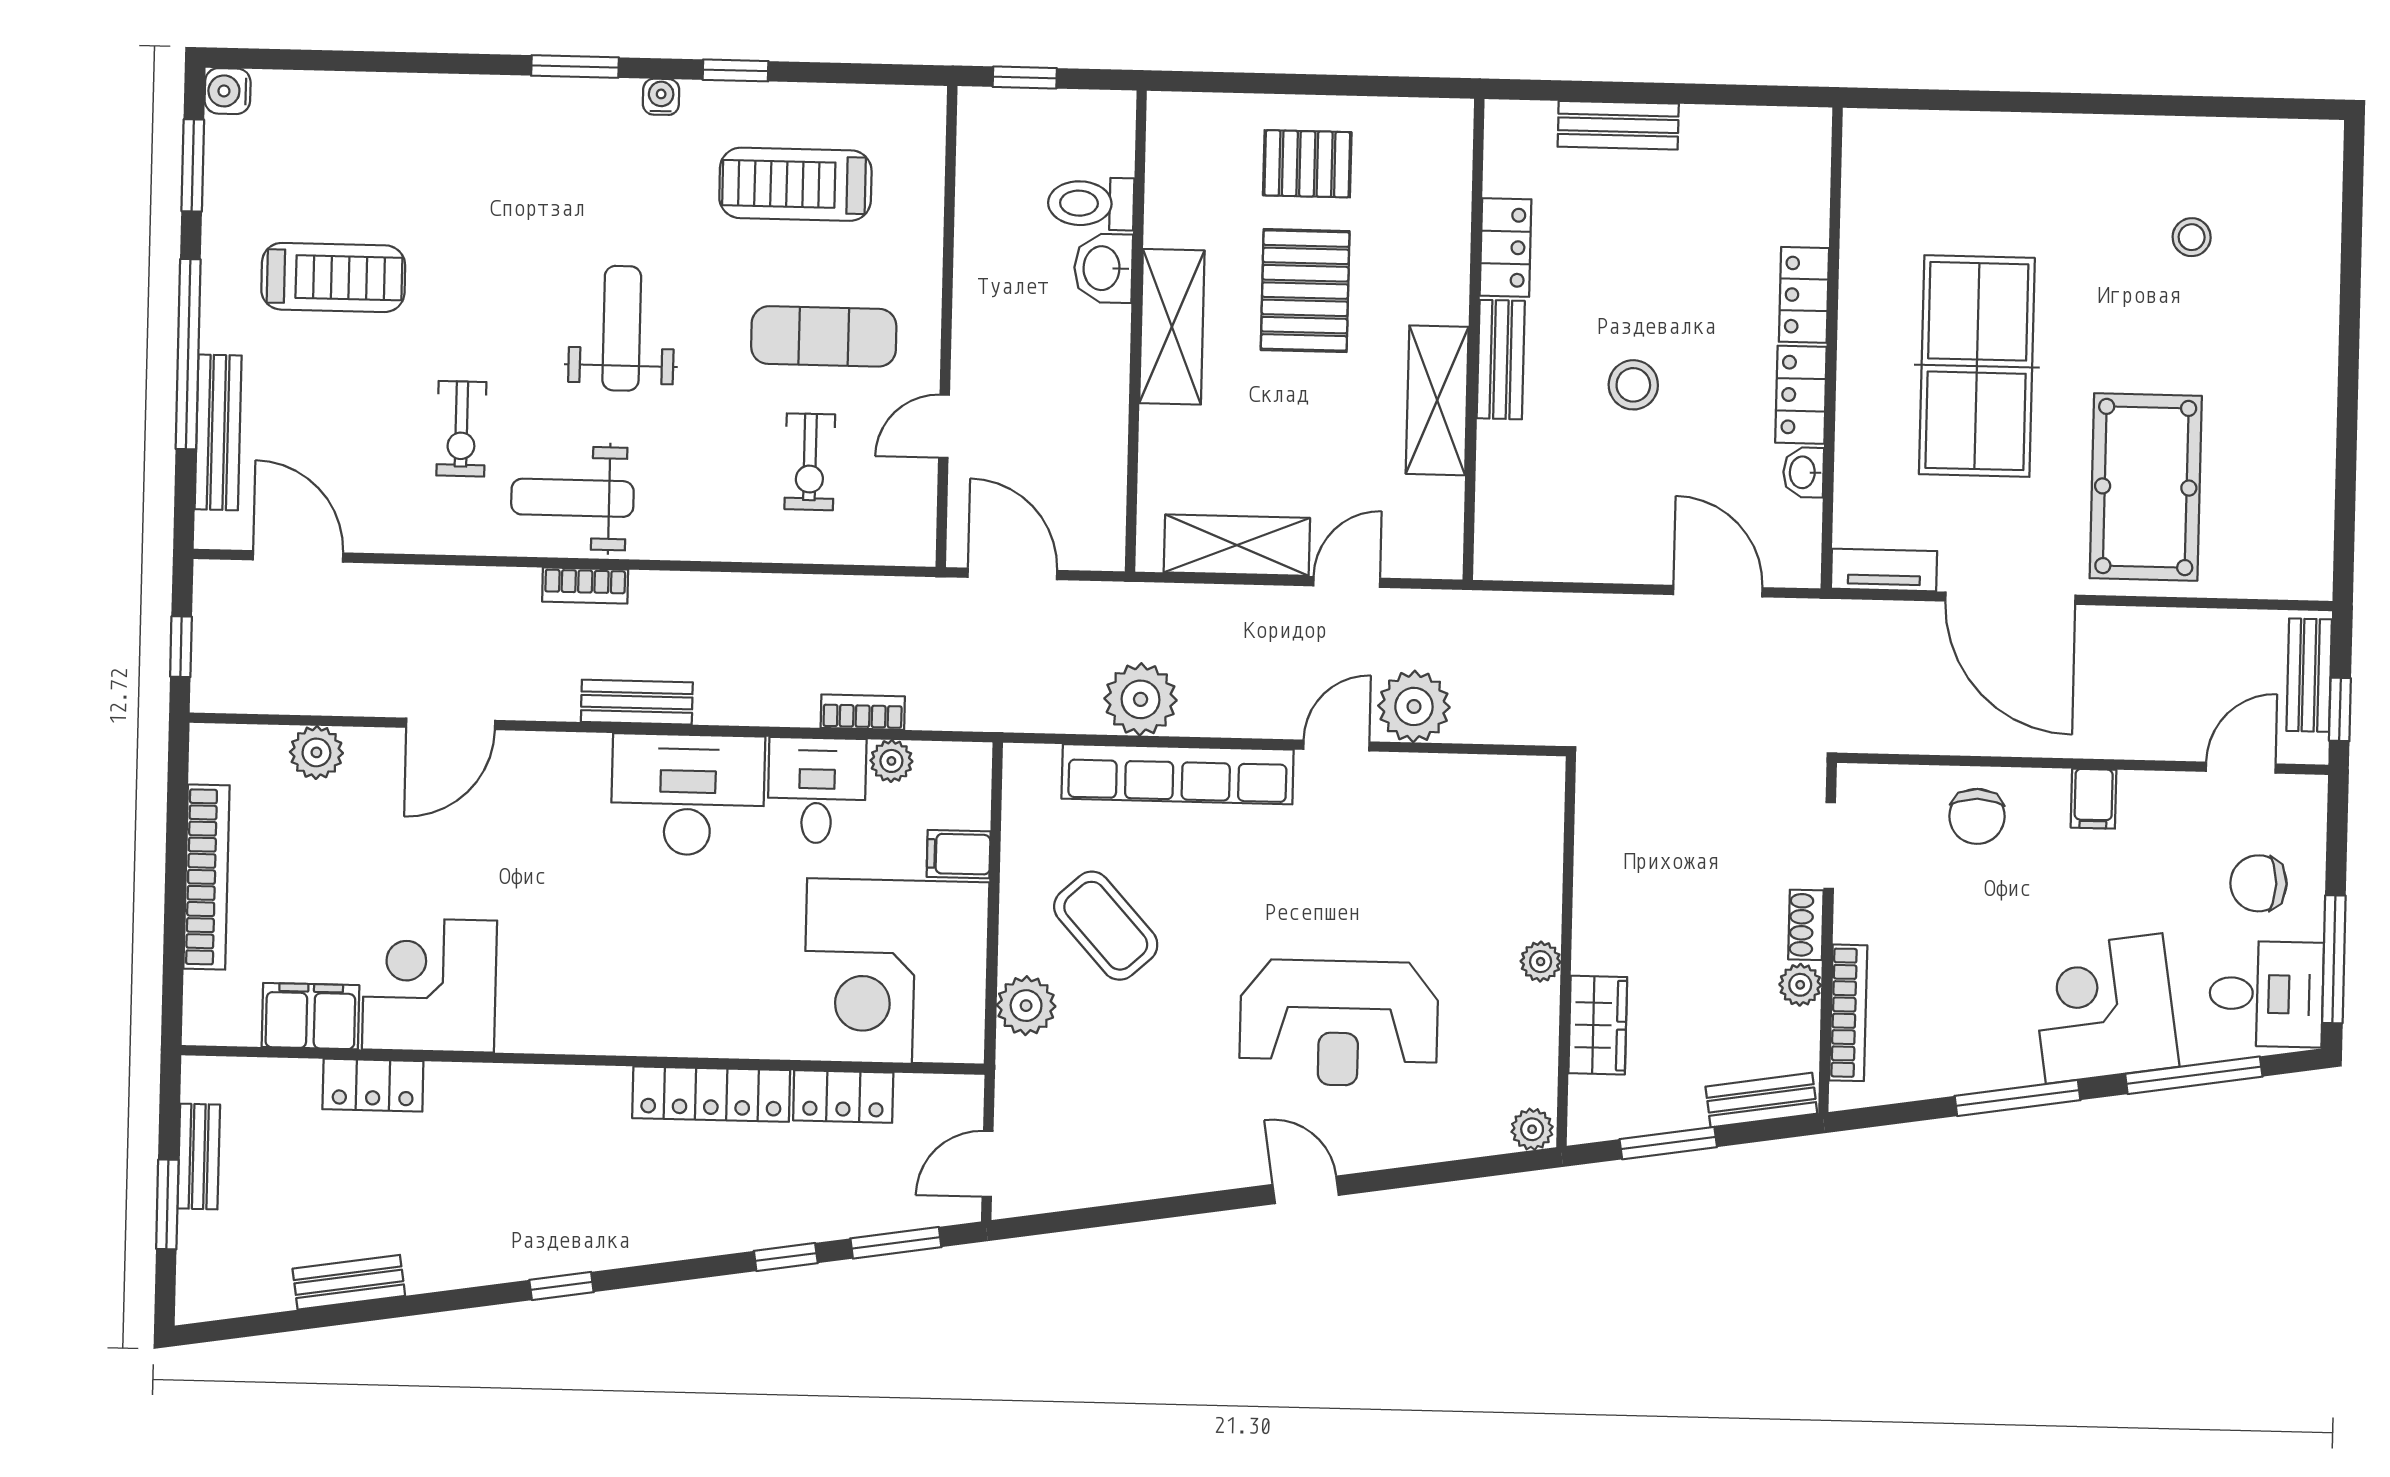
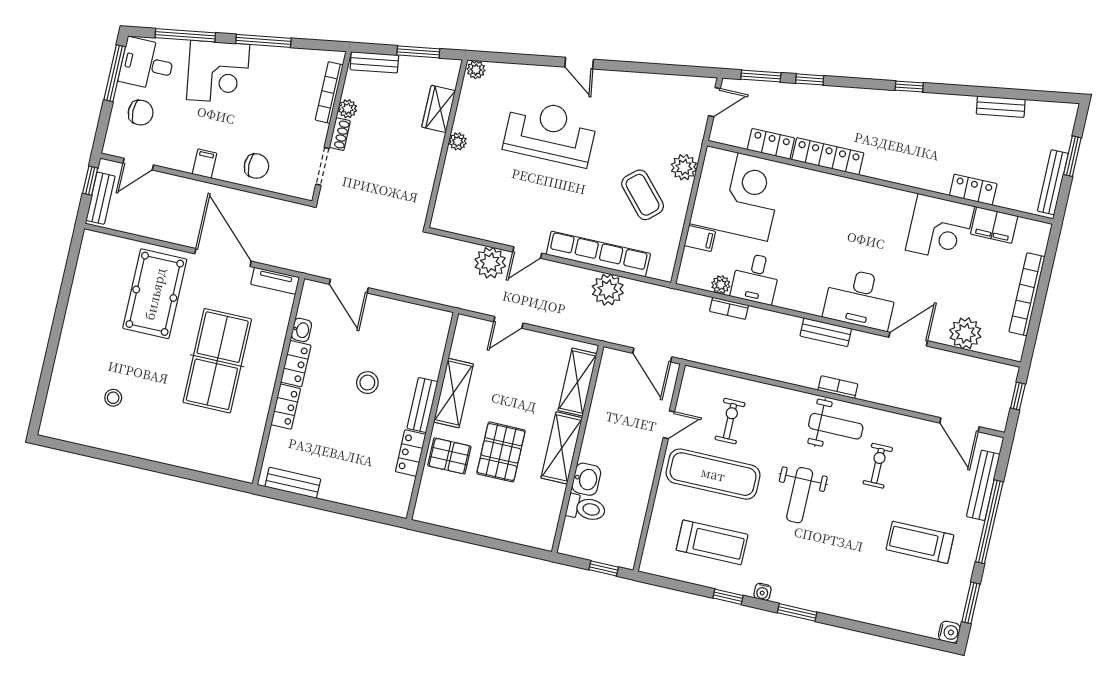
bench: (1618, 125) -> (293, 483), moved
pallet: (1307, 164) -> (449, 456), moved
exercise mat: (824, 336) -> (713, 474), width x1.36, depth x1.45
shelving: (1237, 545) -> (578, 382), moved, turned 90
plant: (316, 752) -> (965, 333), width x1.36, depth x1.36
desk: (688, 795) -> (860, 299), moved
chair: (1977, 816) -> (256, 166), turned 90
bench: (199, 1157) -> (1053, 182), width x1.36

